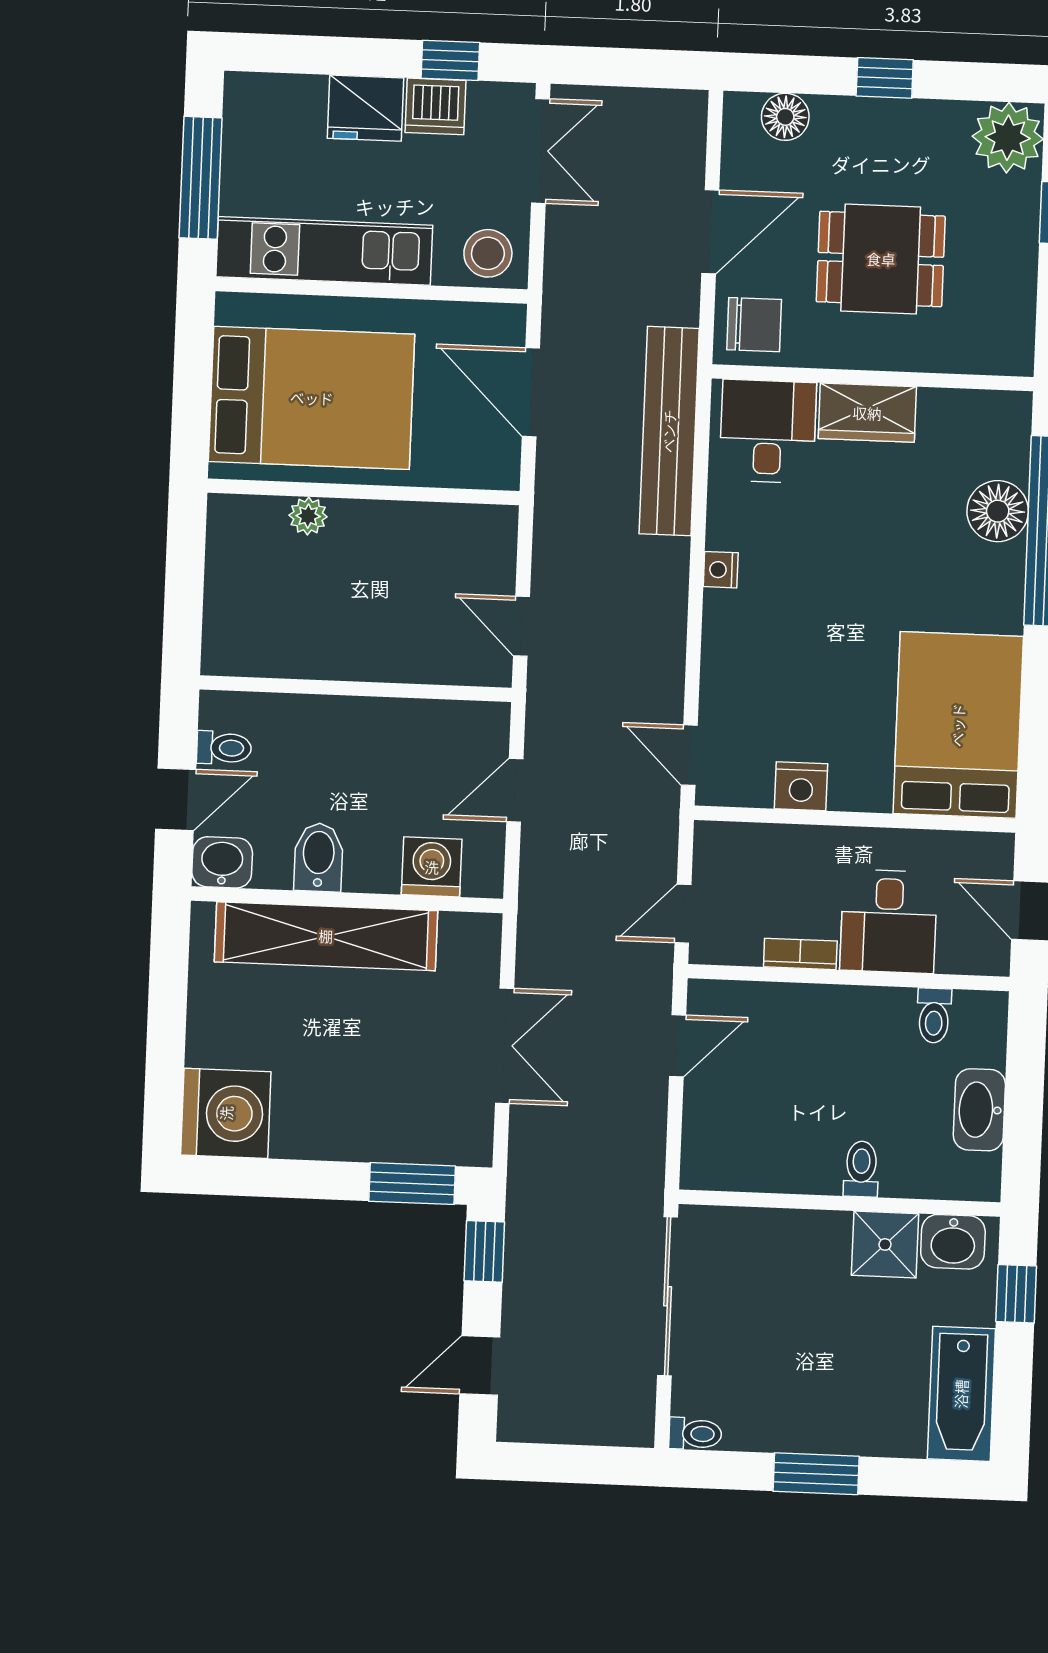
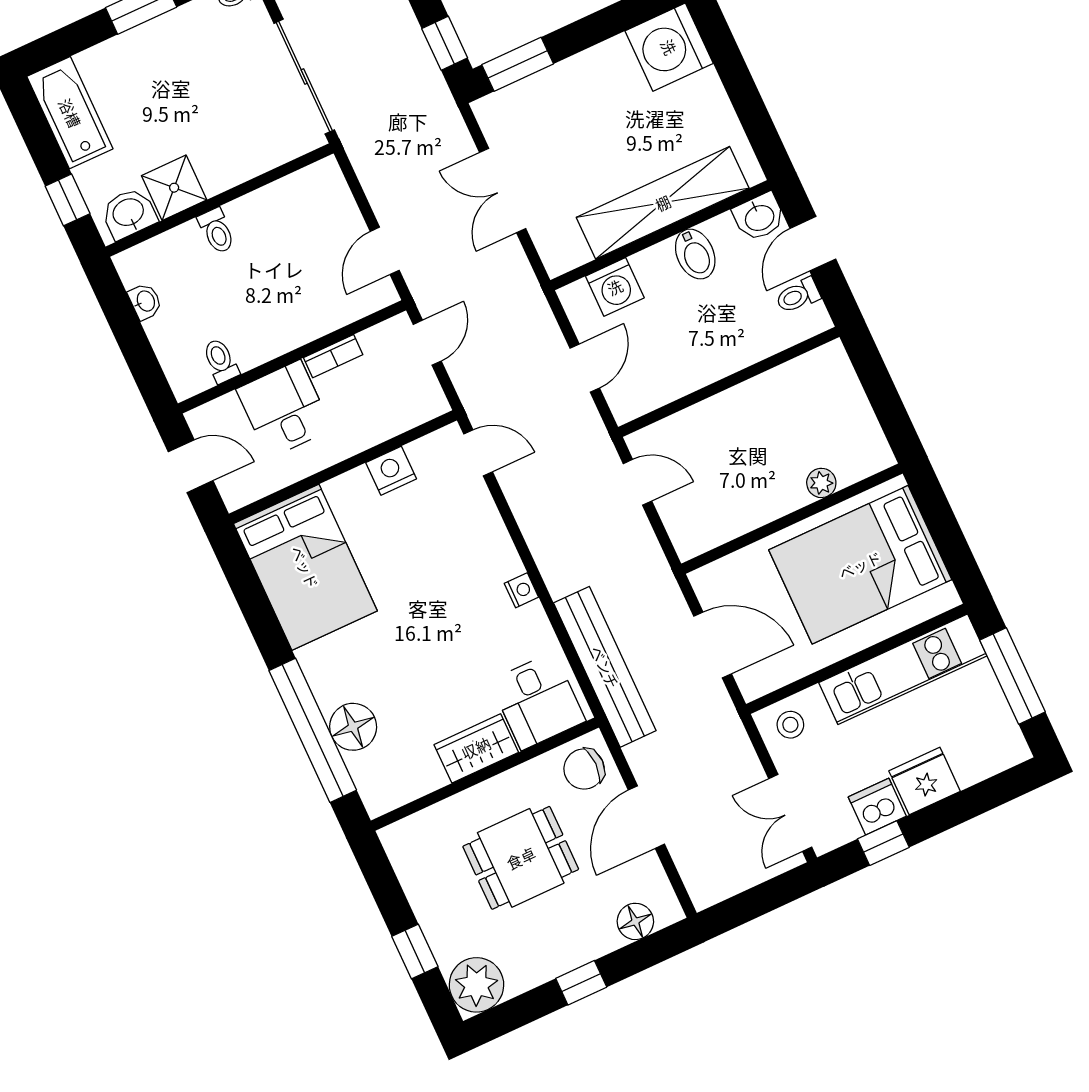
stool: (488, 253) -> (790, 725), width x0.73, depth x0.73
washbasin: (979, 1110) -> (145, 301), width x0.52, depth x0.69

